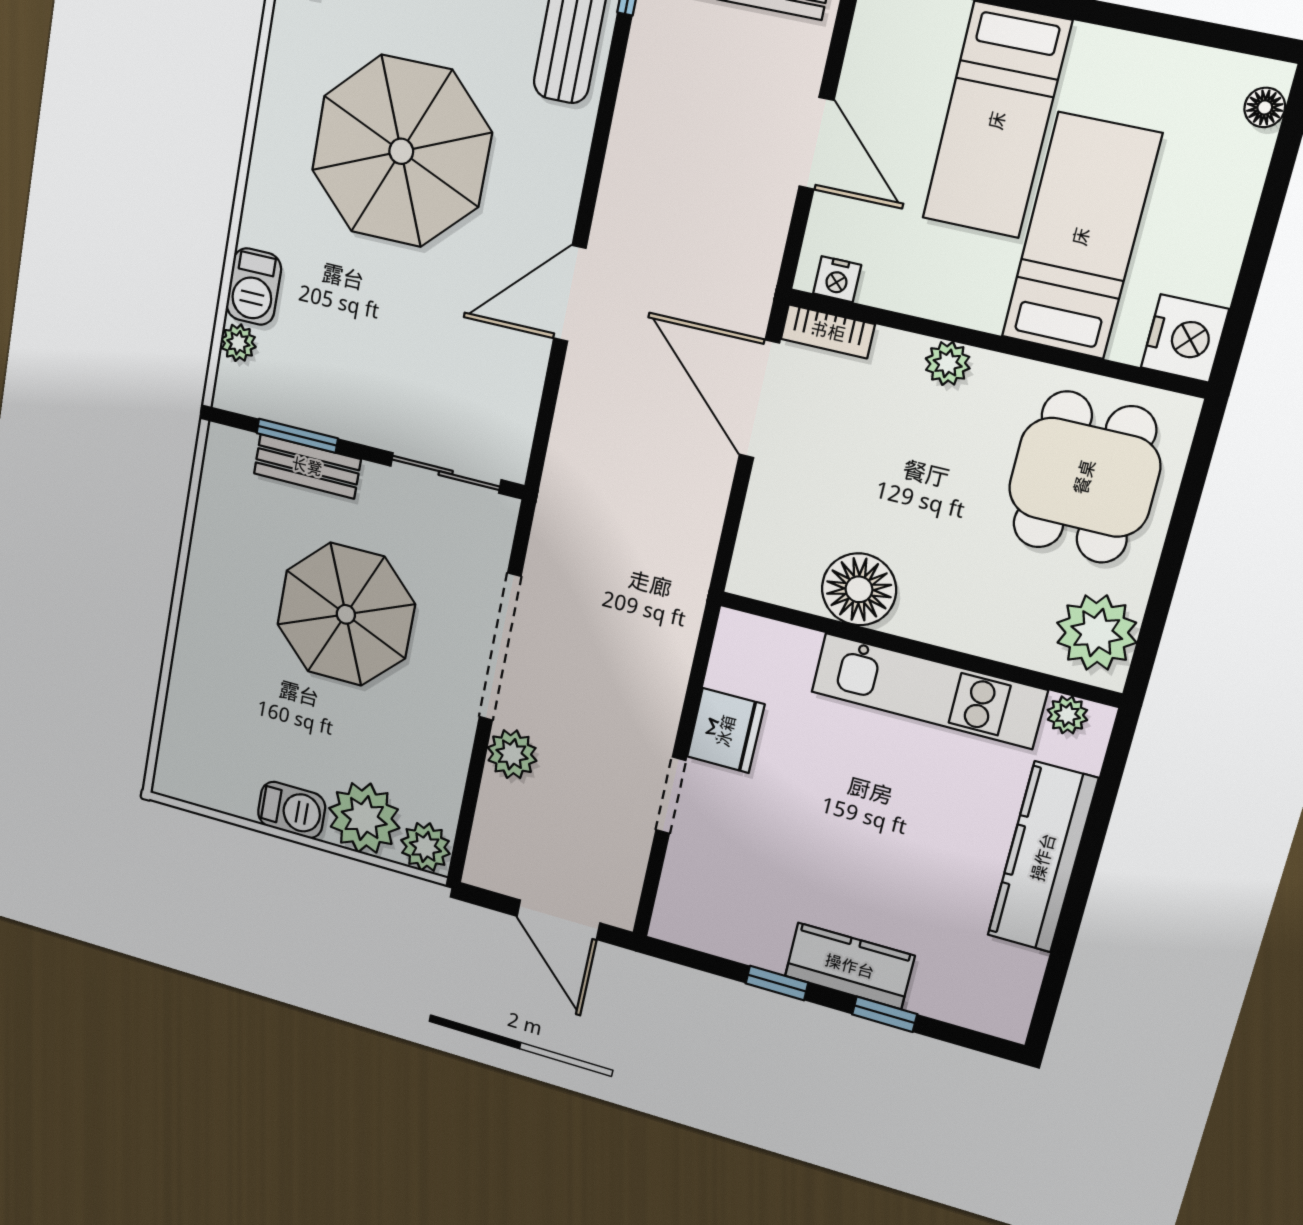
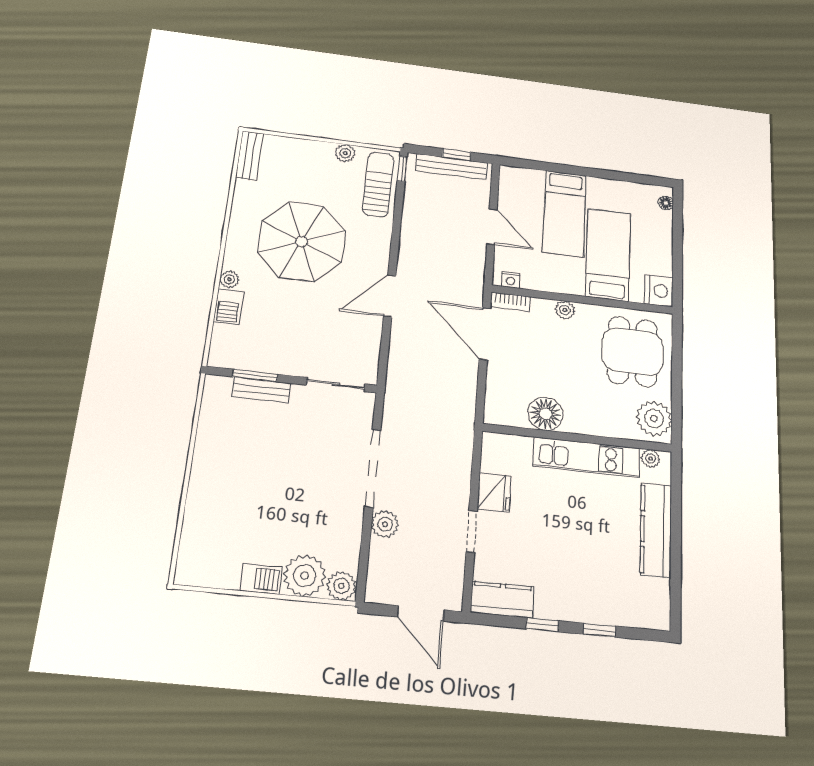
plant: (238, 343) -> (229, 279), moved
parasol: (346, 614) -> (287, 463), removed
kitchen counter: (850, 966) -> (502, 600), moved

